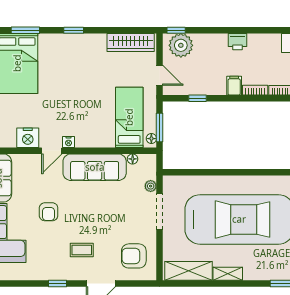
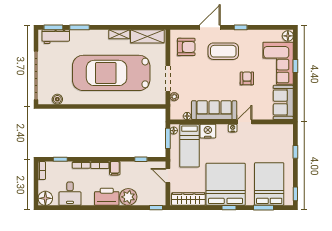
printer: (238, 42) -> (107, 197), width x1.87, depth x1.48
plant: (181, 45) -> (128, 197), moved
bed: (79, 63) -> (226, 184), added
nightstand: (28, 138) -> (208, 131), moved
coffee table: (82, 250) -> (223, 51), width x1.86, depth x1.72

